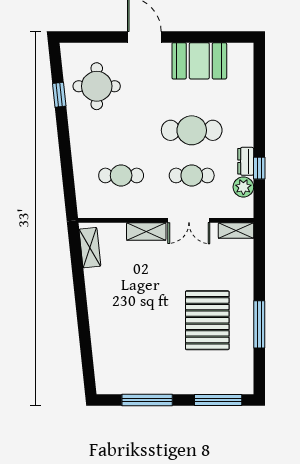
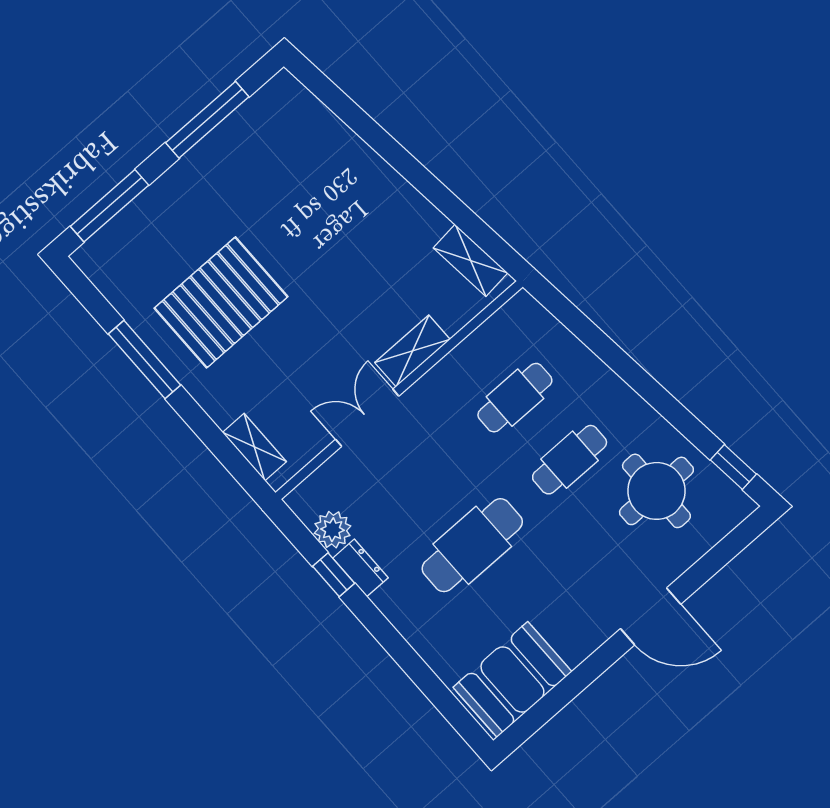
booth: (199, 61) -> (512, 679), moved
window: (59, 95) -> (733, 467), moved
cafe table: (192, 175) -> (570, 460), moved
shelving: (236, 231) -> (254, 447), moved, turned 90
pallet: (207, 320) -> (221, 302), turned 90

